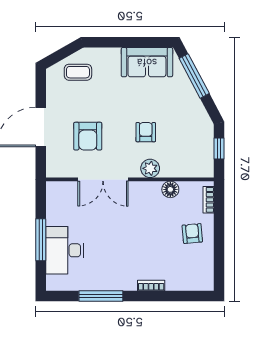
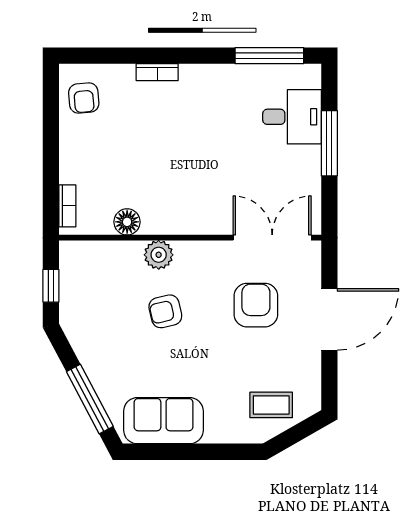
armchair: (146, 132) -> (165, 311), turned 77
double door: (103, 179) -> (272, 238), moved
armchair: (192, 234) -> (84, 98), moved
desk: (65, 250) -> (292, 117), width x0.73
window: (101, 296) -> (269, 56), moved

